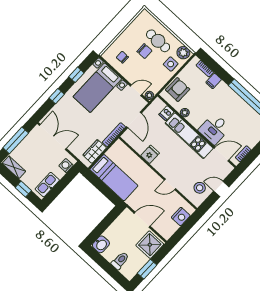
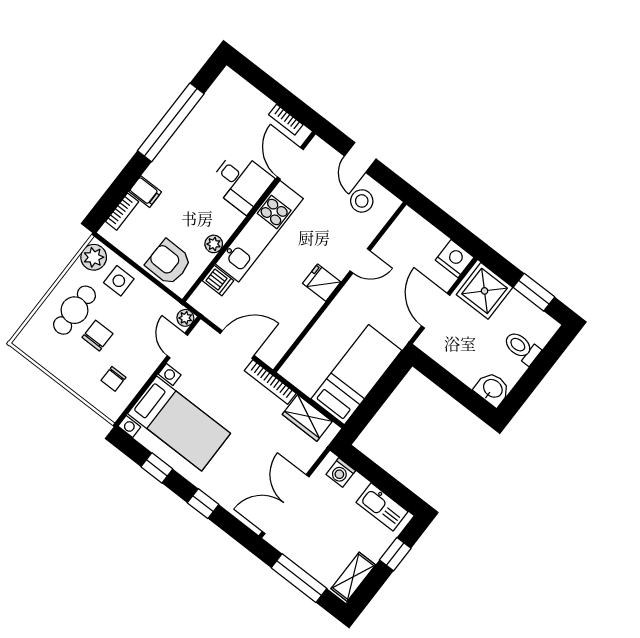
fridge: (150, 154) -> (322, 283), moved
door: (170, 184) -> (360, 261), hinge flipped
nightstand: (181, 217) -> (455, 259), moved

